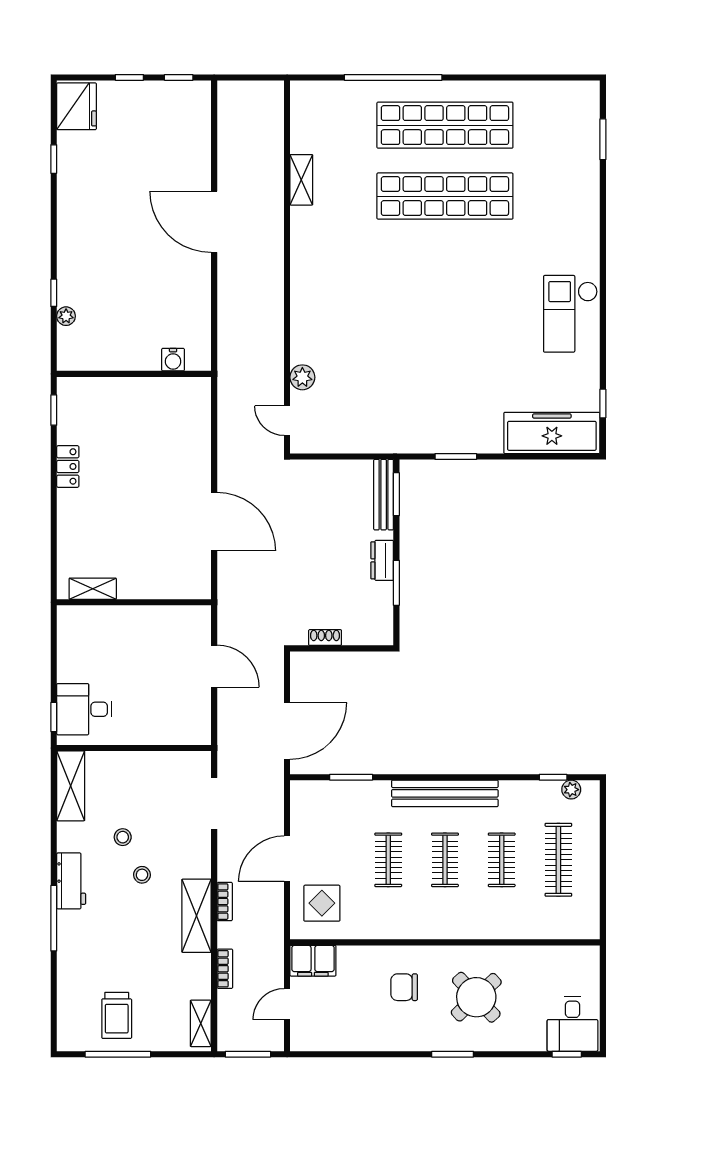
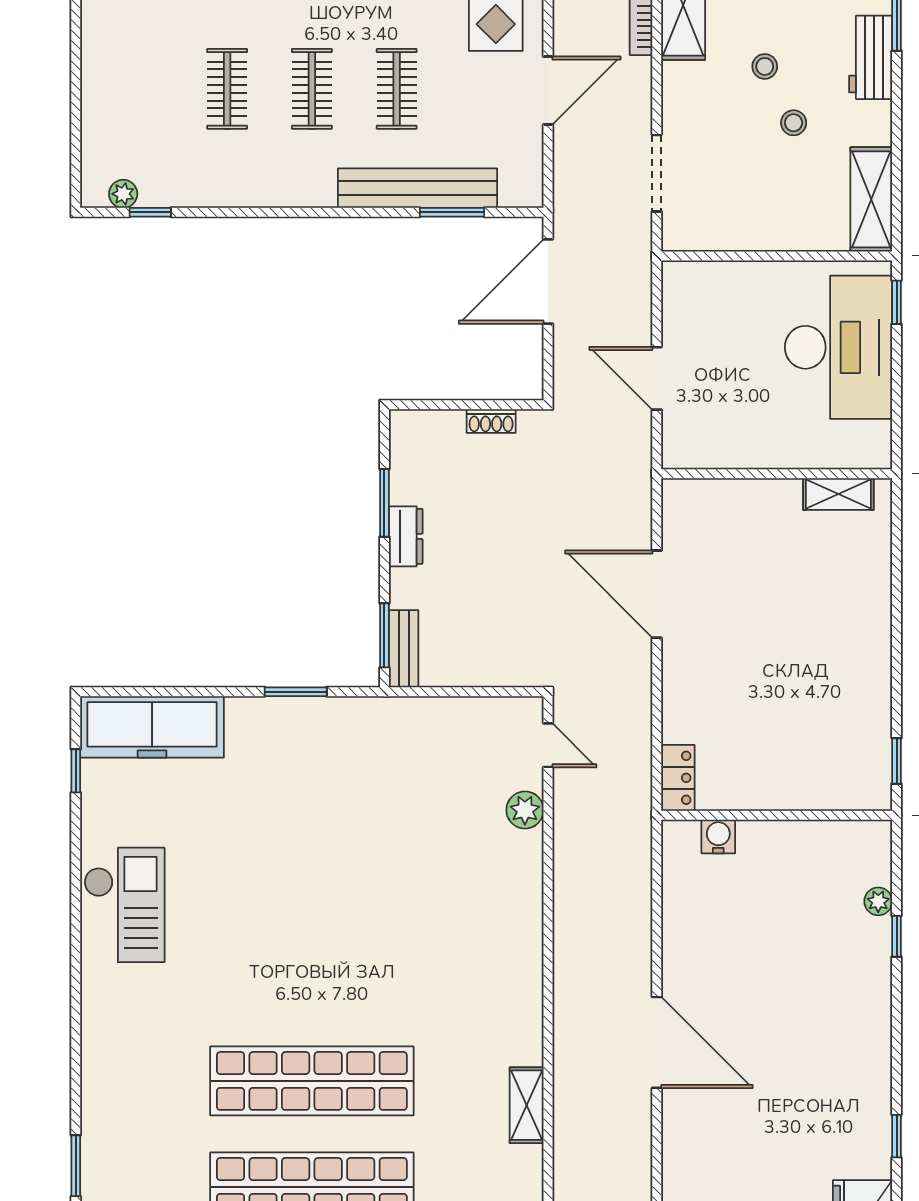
locker: (68, 466) -> (678, 778), moved, turned 180
bench: (384, 495) -> (404, 649), width x0.73
desk: (84, 709) -> (839, 347), width x1.87, depth x1.30
bench: (445, 793) -> (418, 188), moved
clothes rail: (558, 860) -> (142, 89), removed

